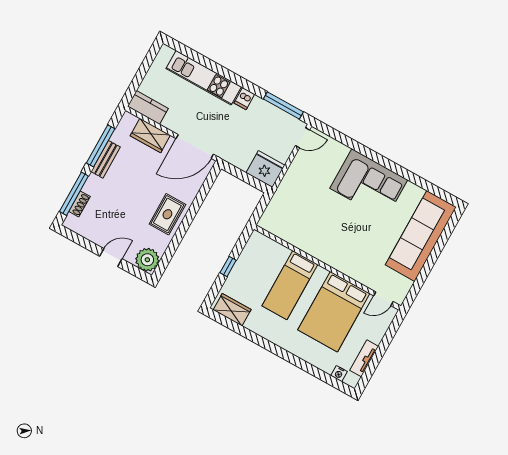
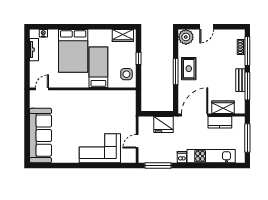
window: (140, 75) -> (247, 138), added
kitchen counter: (148, 107) -> (220, 122), moved
door: (302, 138) -> (137, 141), moved
fridge: (265, 169) -> (164, 124), moved
corner sofa: (369, 184) -> (100, 148), moved
window: (188, 220) -> (176, 72), added
side table: (257, 254) -> (126, 74), added
bed: (334, 312) -> (73, 51), moved, turned 180

